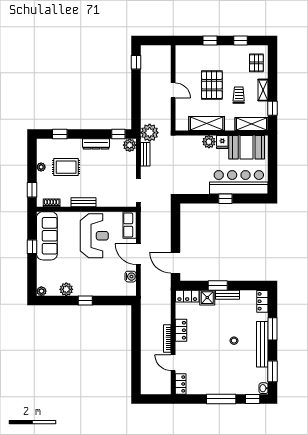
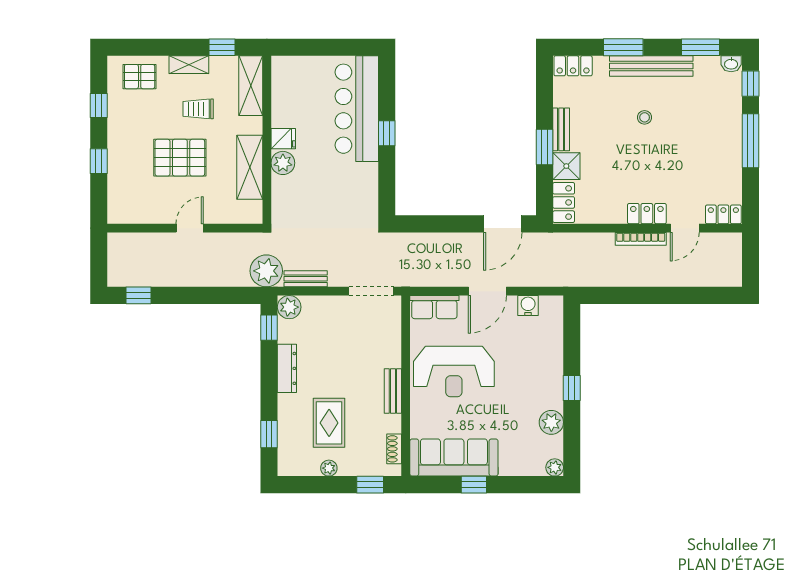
booth: (247, 147) -> (293, 95), removed
reception desk: (94, 236) -> (454, 372), turned 180
locker: (181, 330) -> (647, 214), moved

